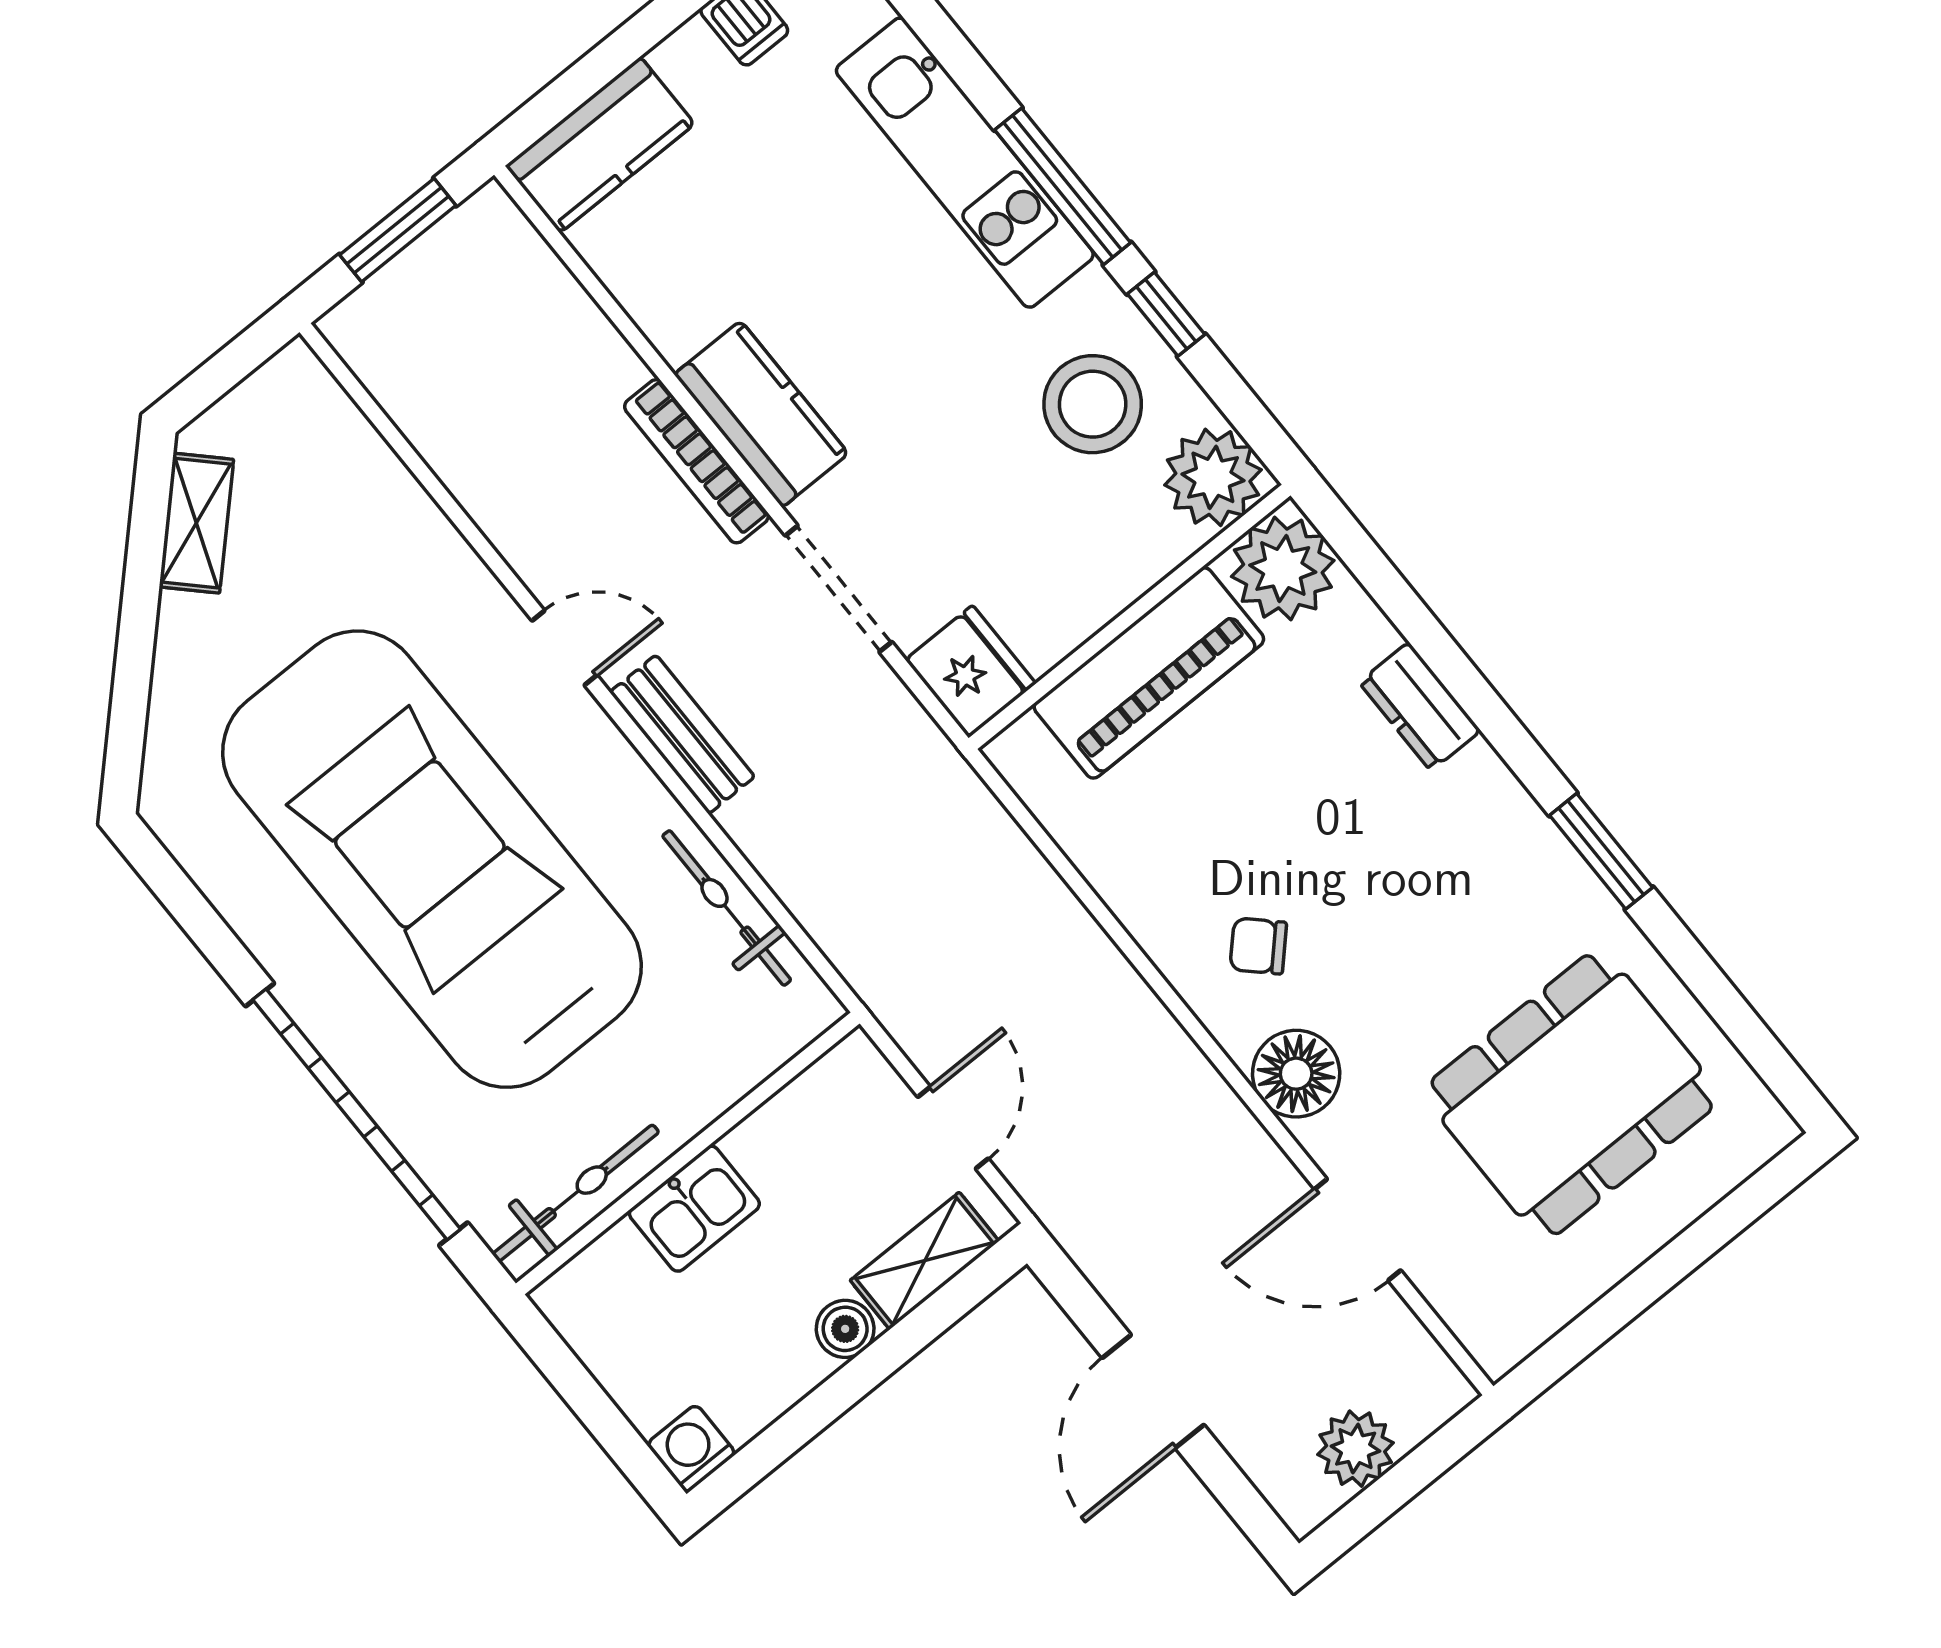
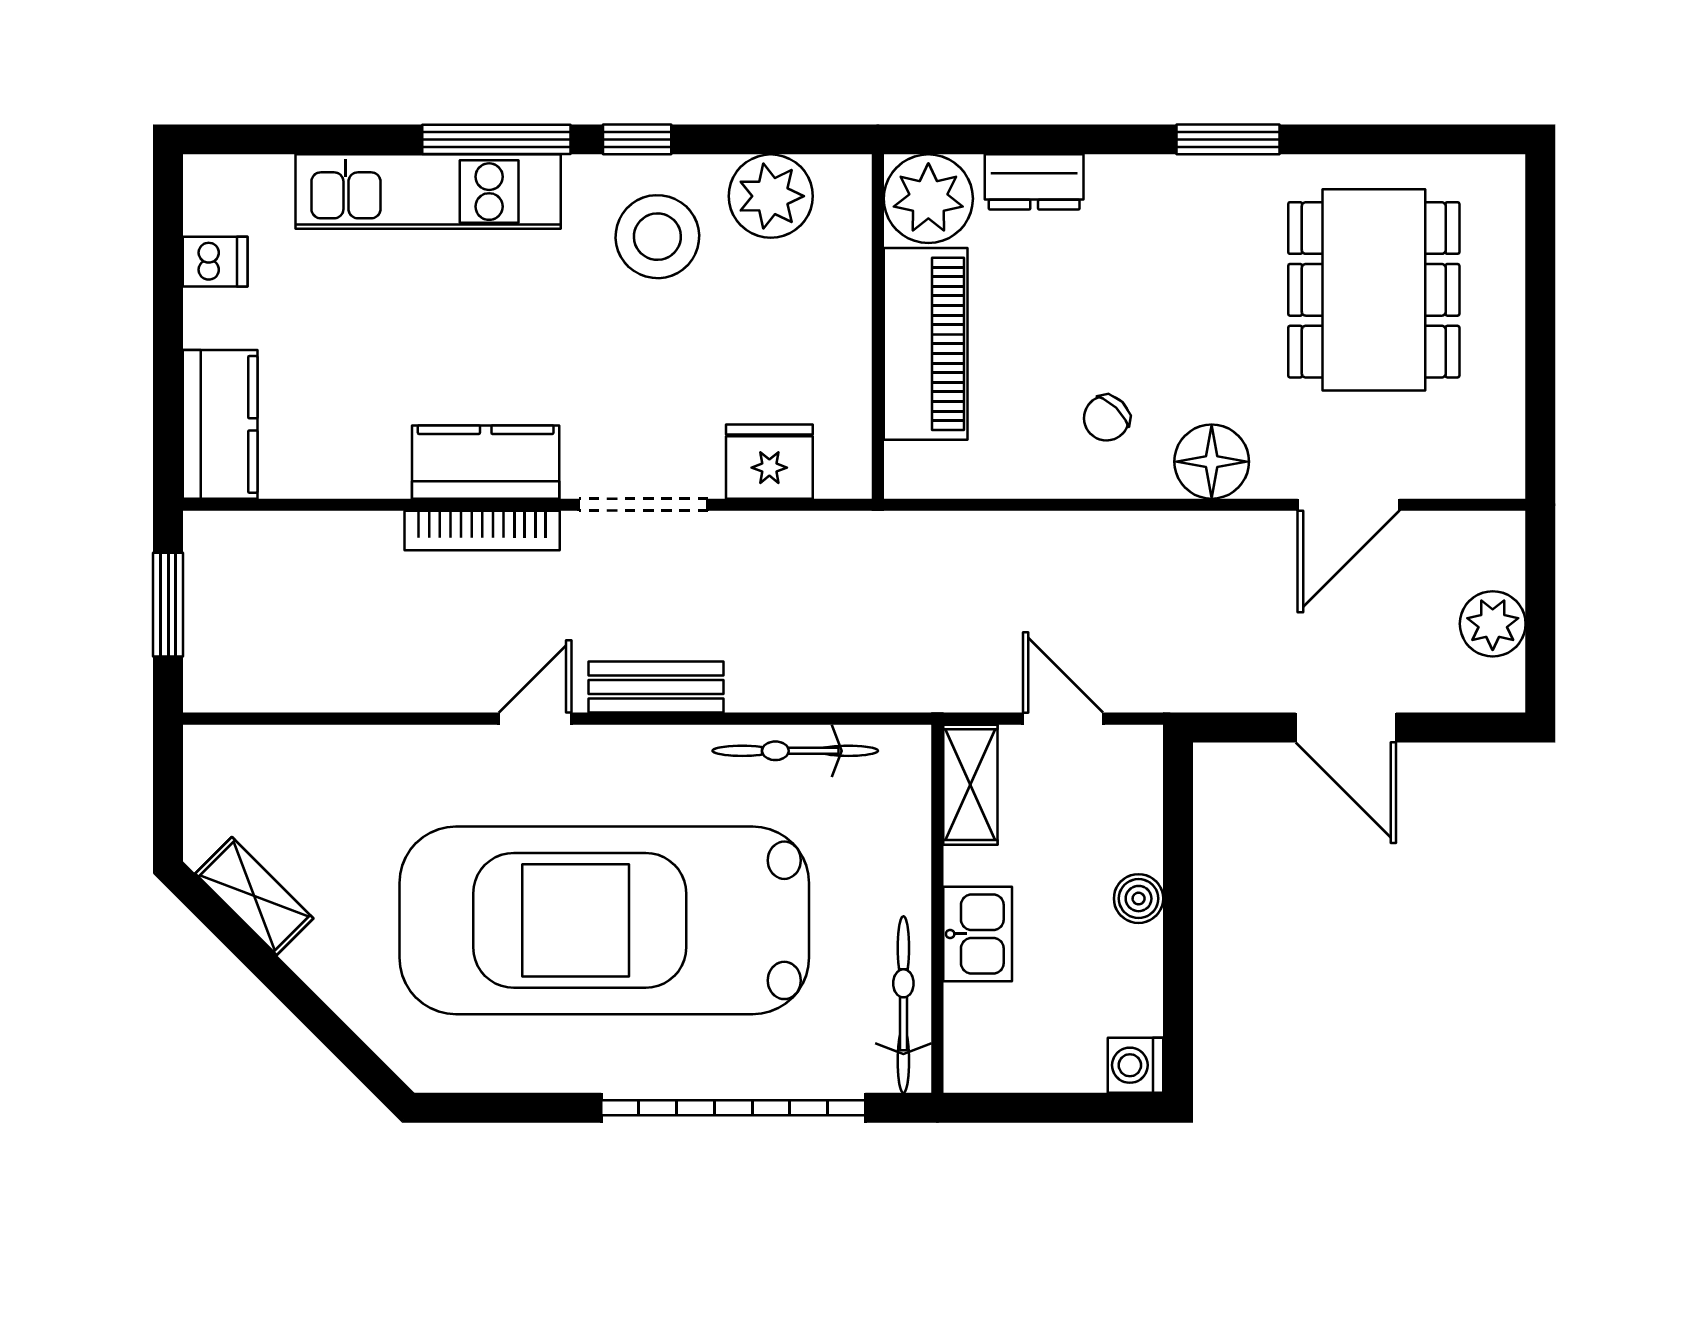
plant: (1283, 569) -> (928, 199), moved
wall: (1130, 617) -> (878, 327), moved
piano: (1149, 673) -> (926, 344), moved
shelving: (925, 1261) -> (970, 785), moved

